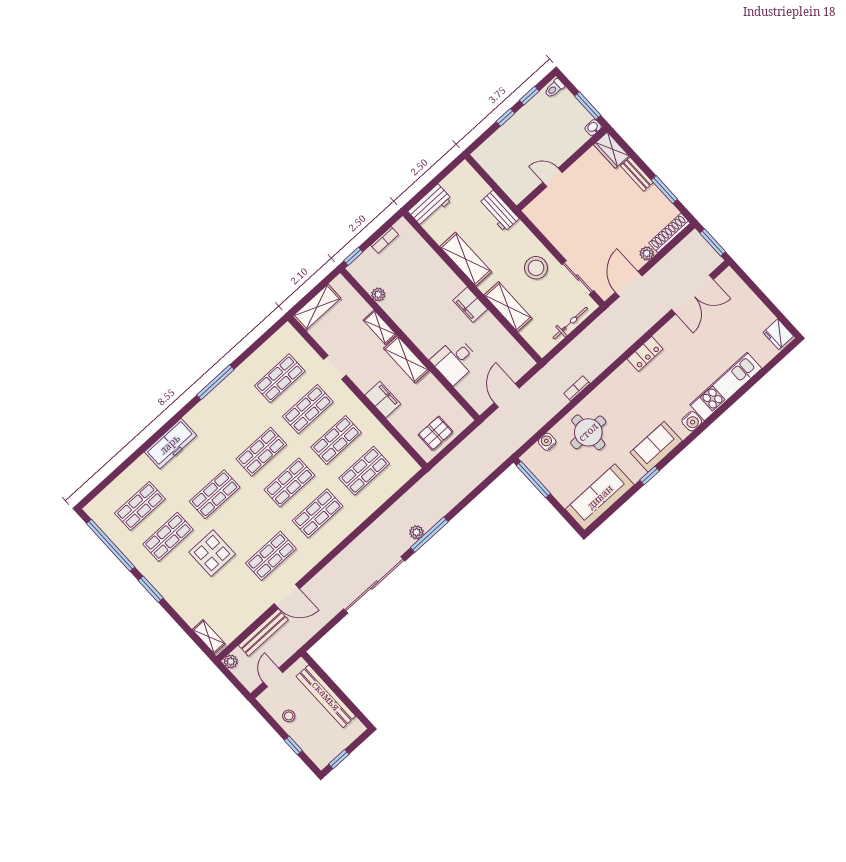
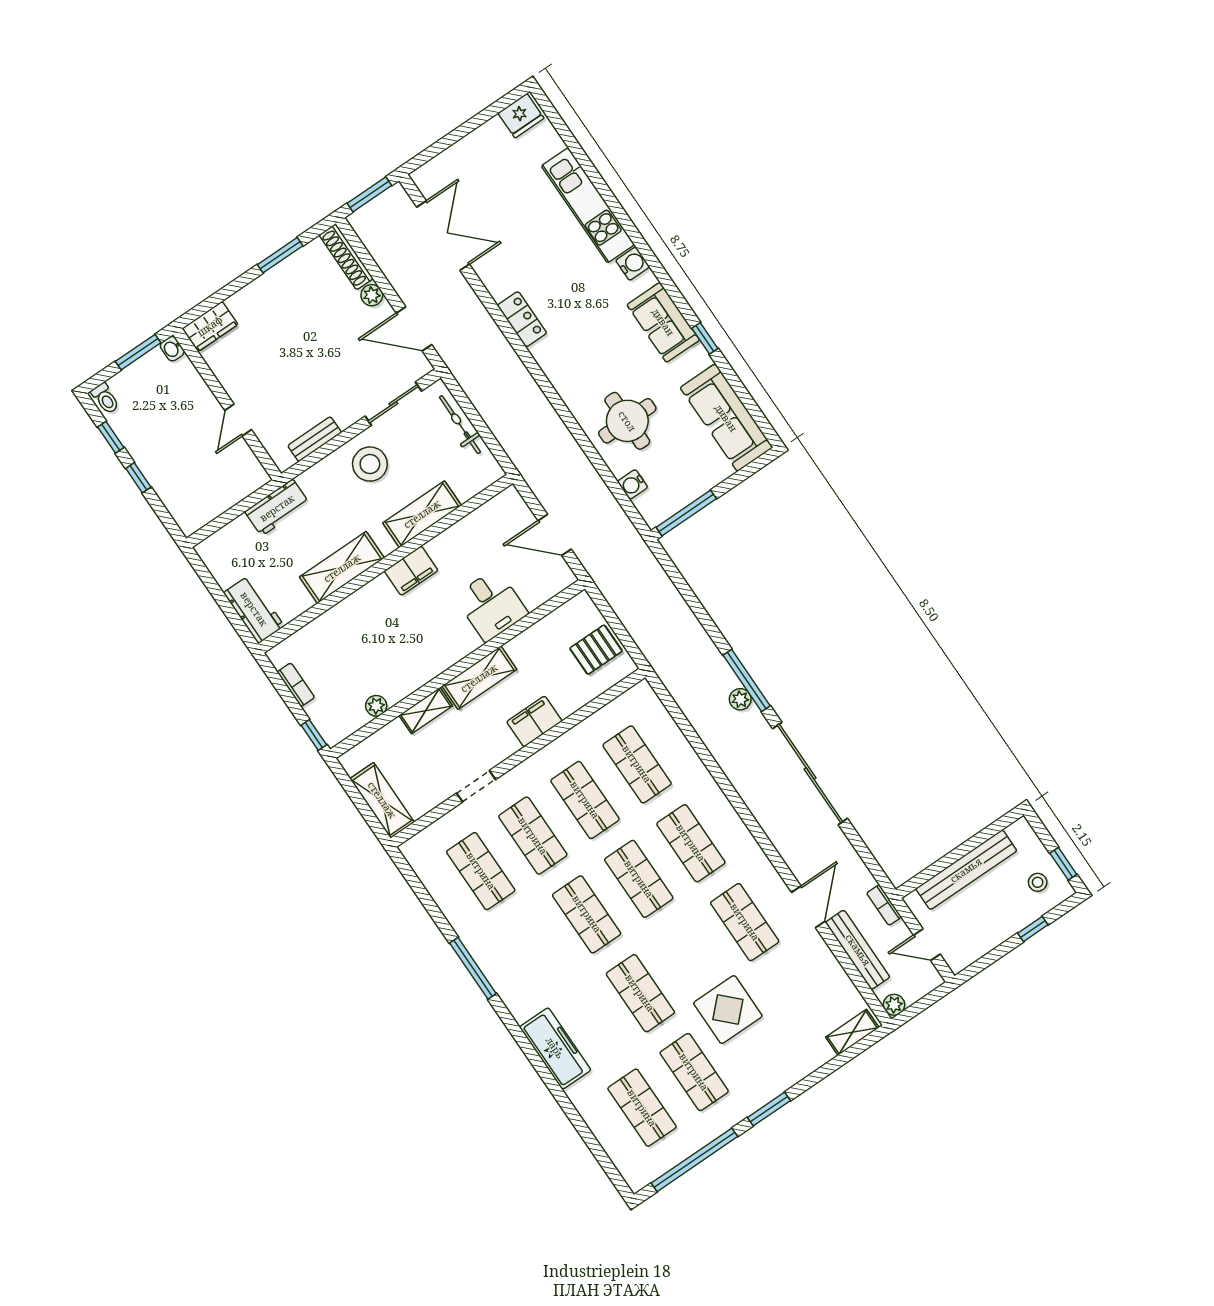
bench: (637, 174) -> (315, 439), moved
bookcase: (577, 388) -> (884, 905), moved
pallet: (436, 433) -> (596, 650), turned 90
stool: (289, 716) -> (1038, 882), moved

